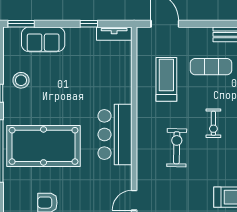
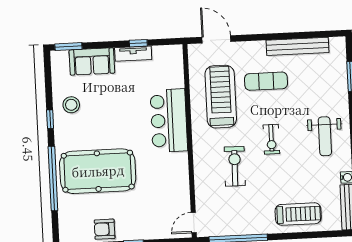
tv unit: (114, 34) -> (133, 54), moved
treadmill: (166, 79) -> (221, 97), width x1.37, depth x1.38
bar counter: (115, 135) -> (169, 121), moved

